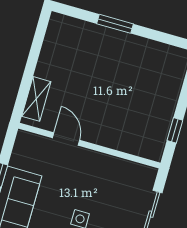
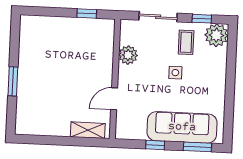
plant: (114, 168) -> (128, 55), added

